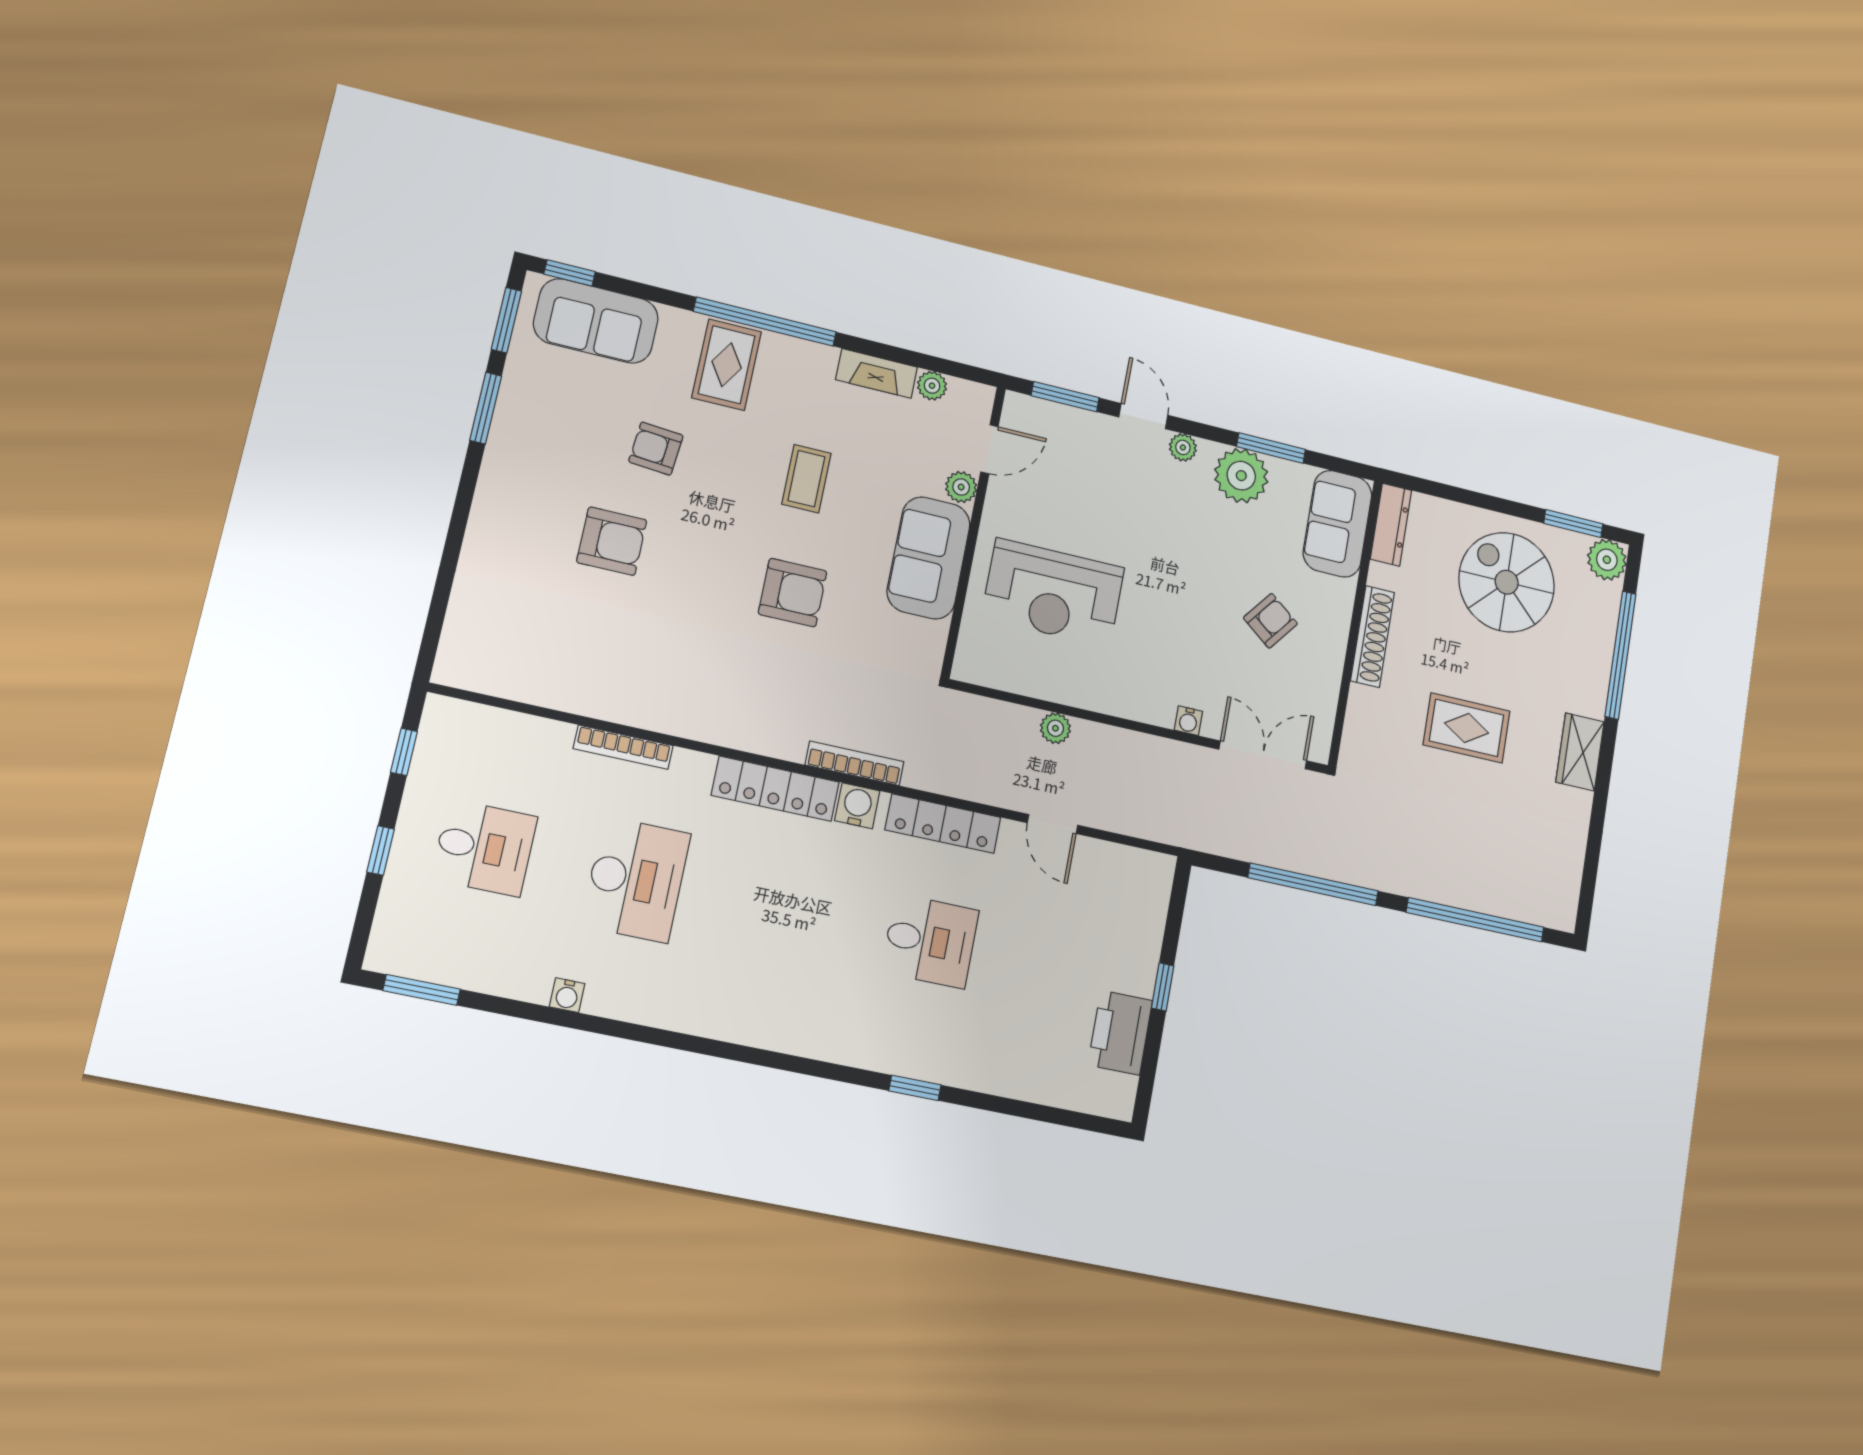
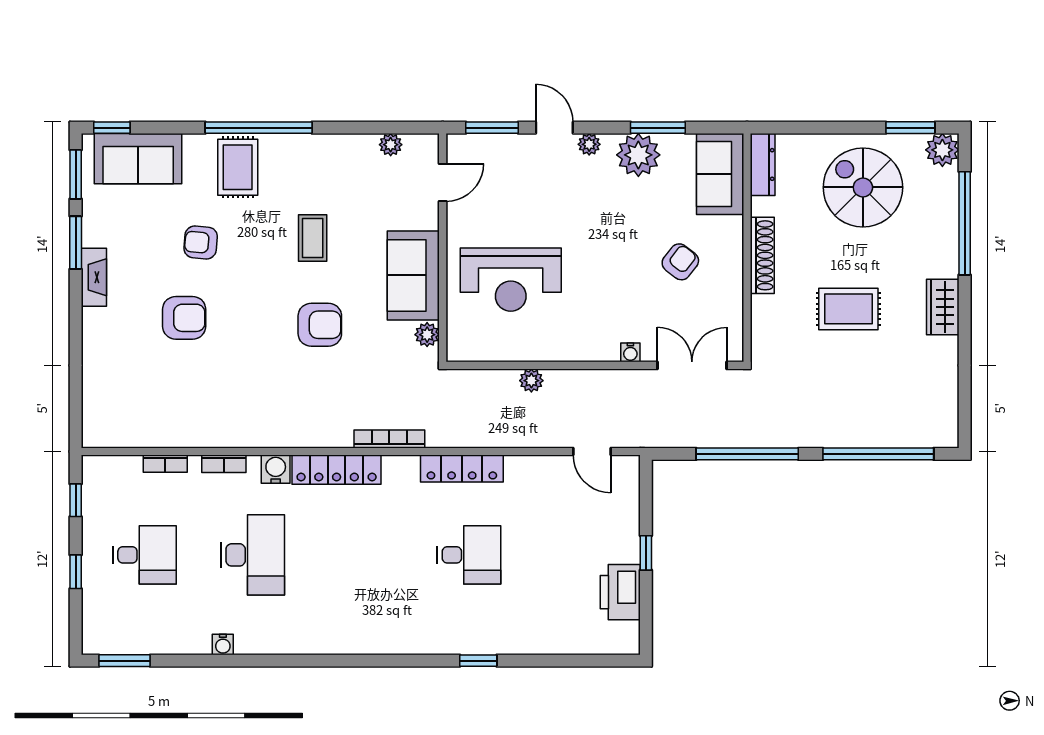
fireplace: (876, 373) -> (94, 277), moved, turned -90
plant: (961, 487) -> (427, 335), moved
bookcase: (542, 729) -> (165, 464), added
bookcase: (623, 747) -> (224, 464), width x0.64
water cooler: (857, 806) -> (276, 469), moved
door: (1053, 824) -> (592, 452), moved

